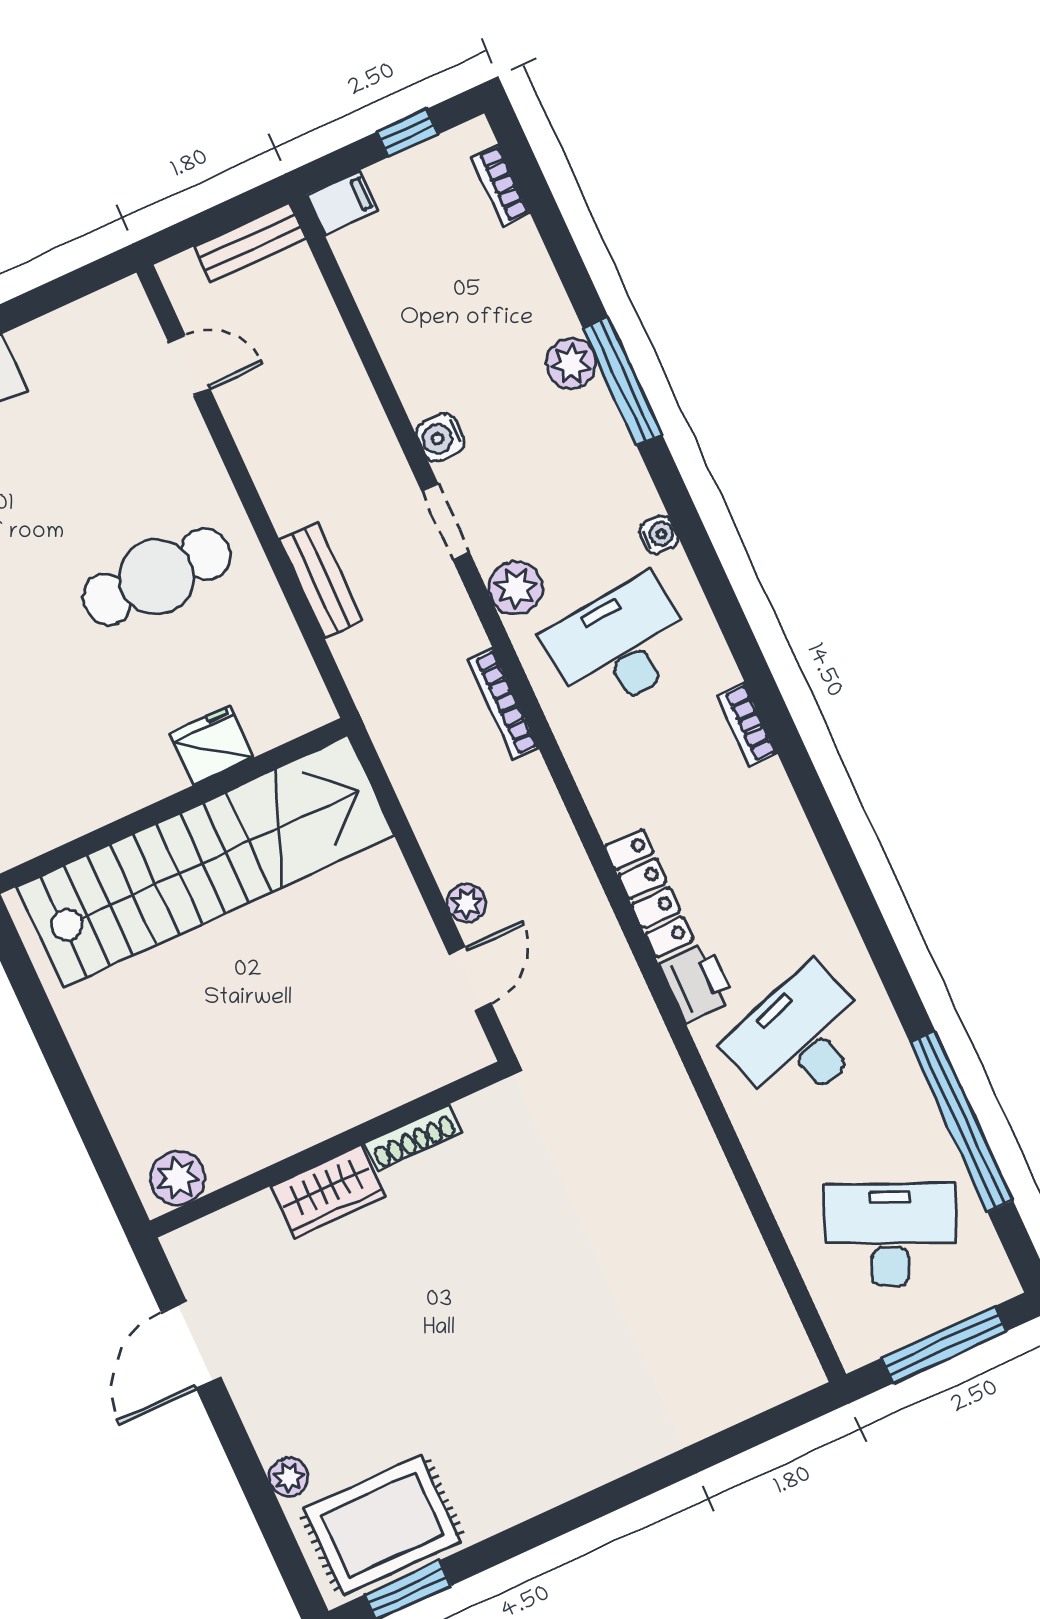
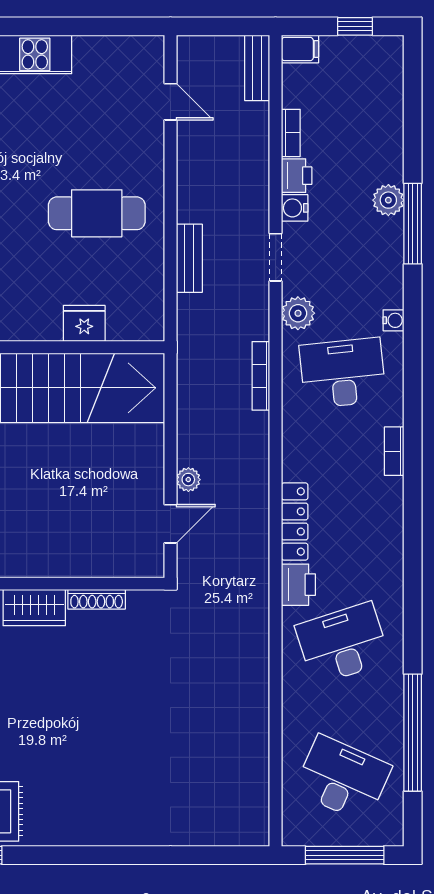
bookcase: (501, 185) -> (291, 133), moved, turned 180
bench: (250, 243) -> (257, 68), moved, turned 90
printer: (422, 389) -> (297, 176), added

